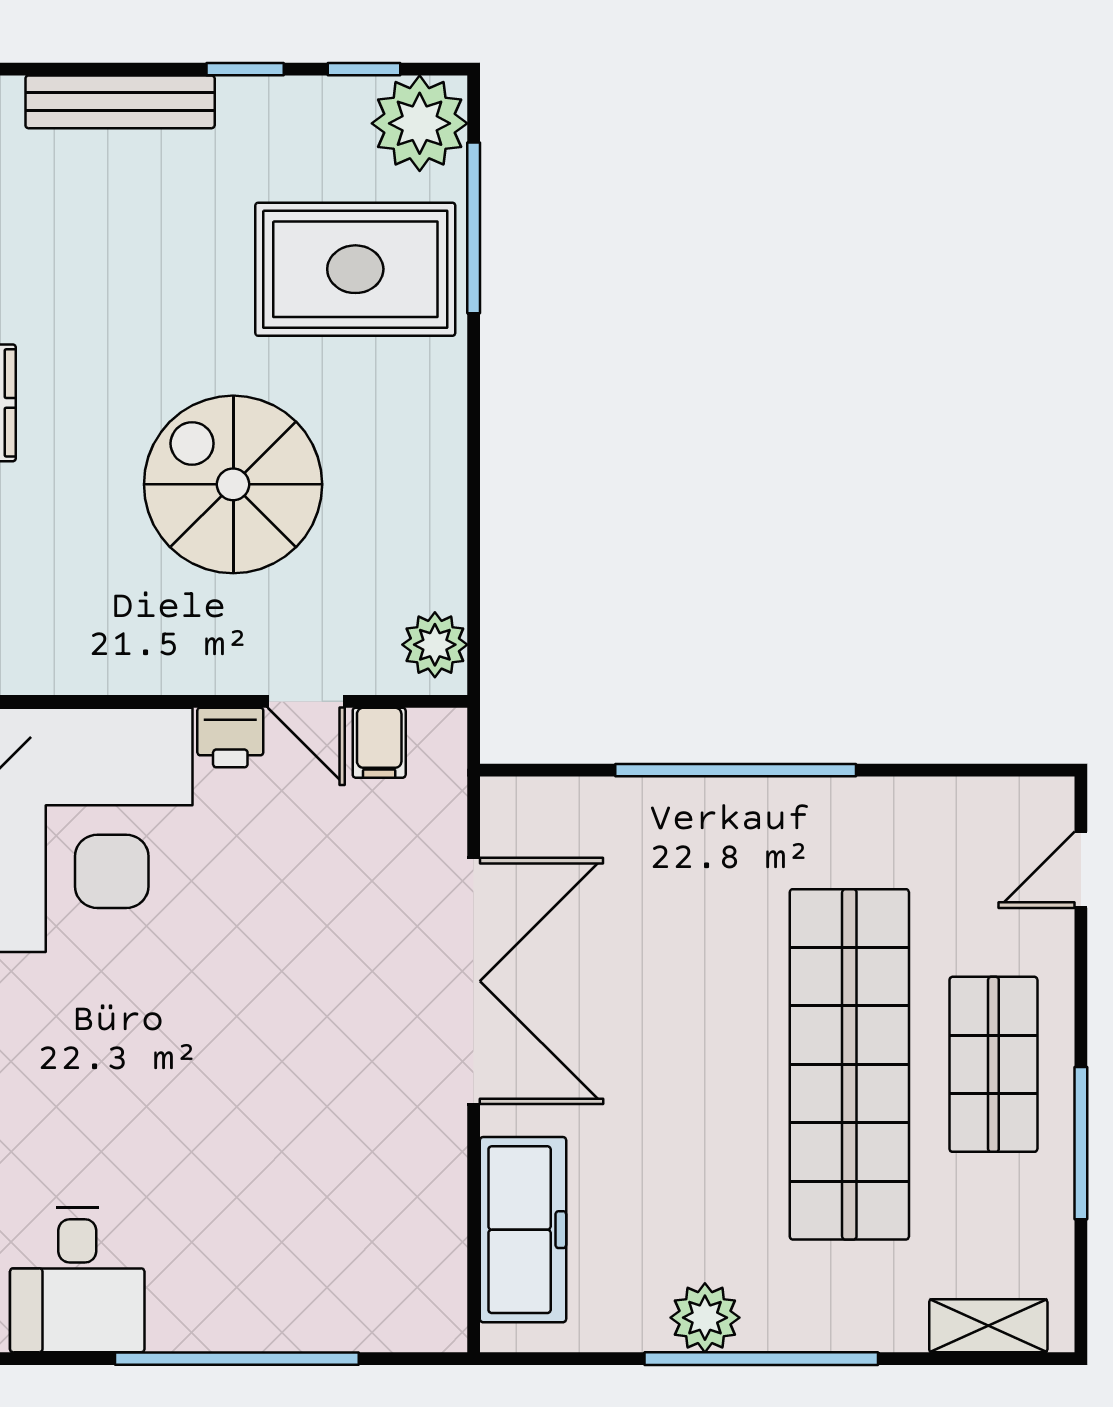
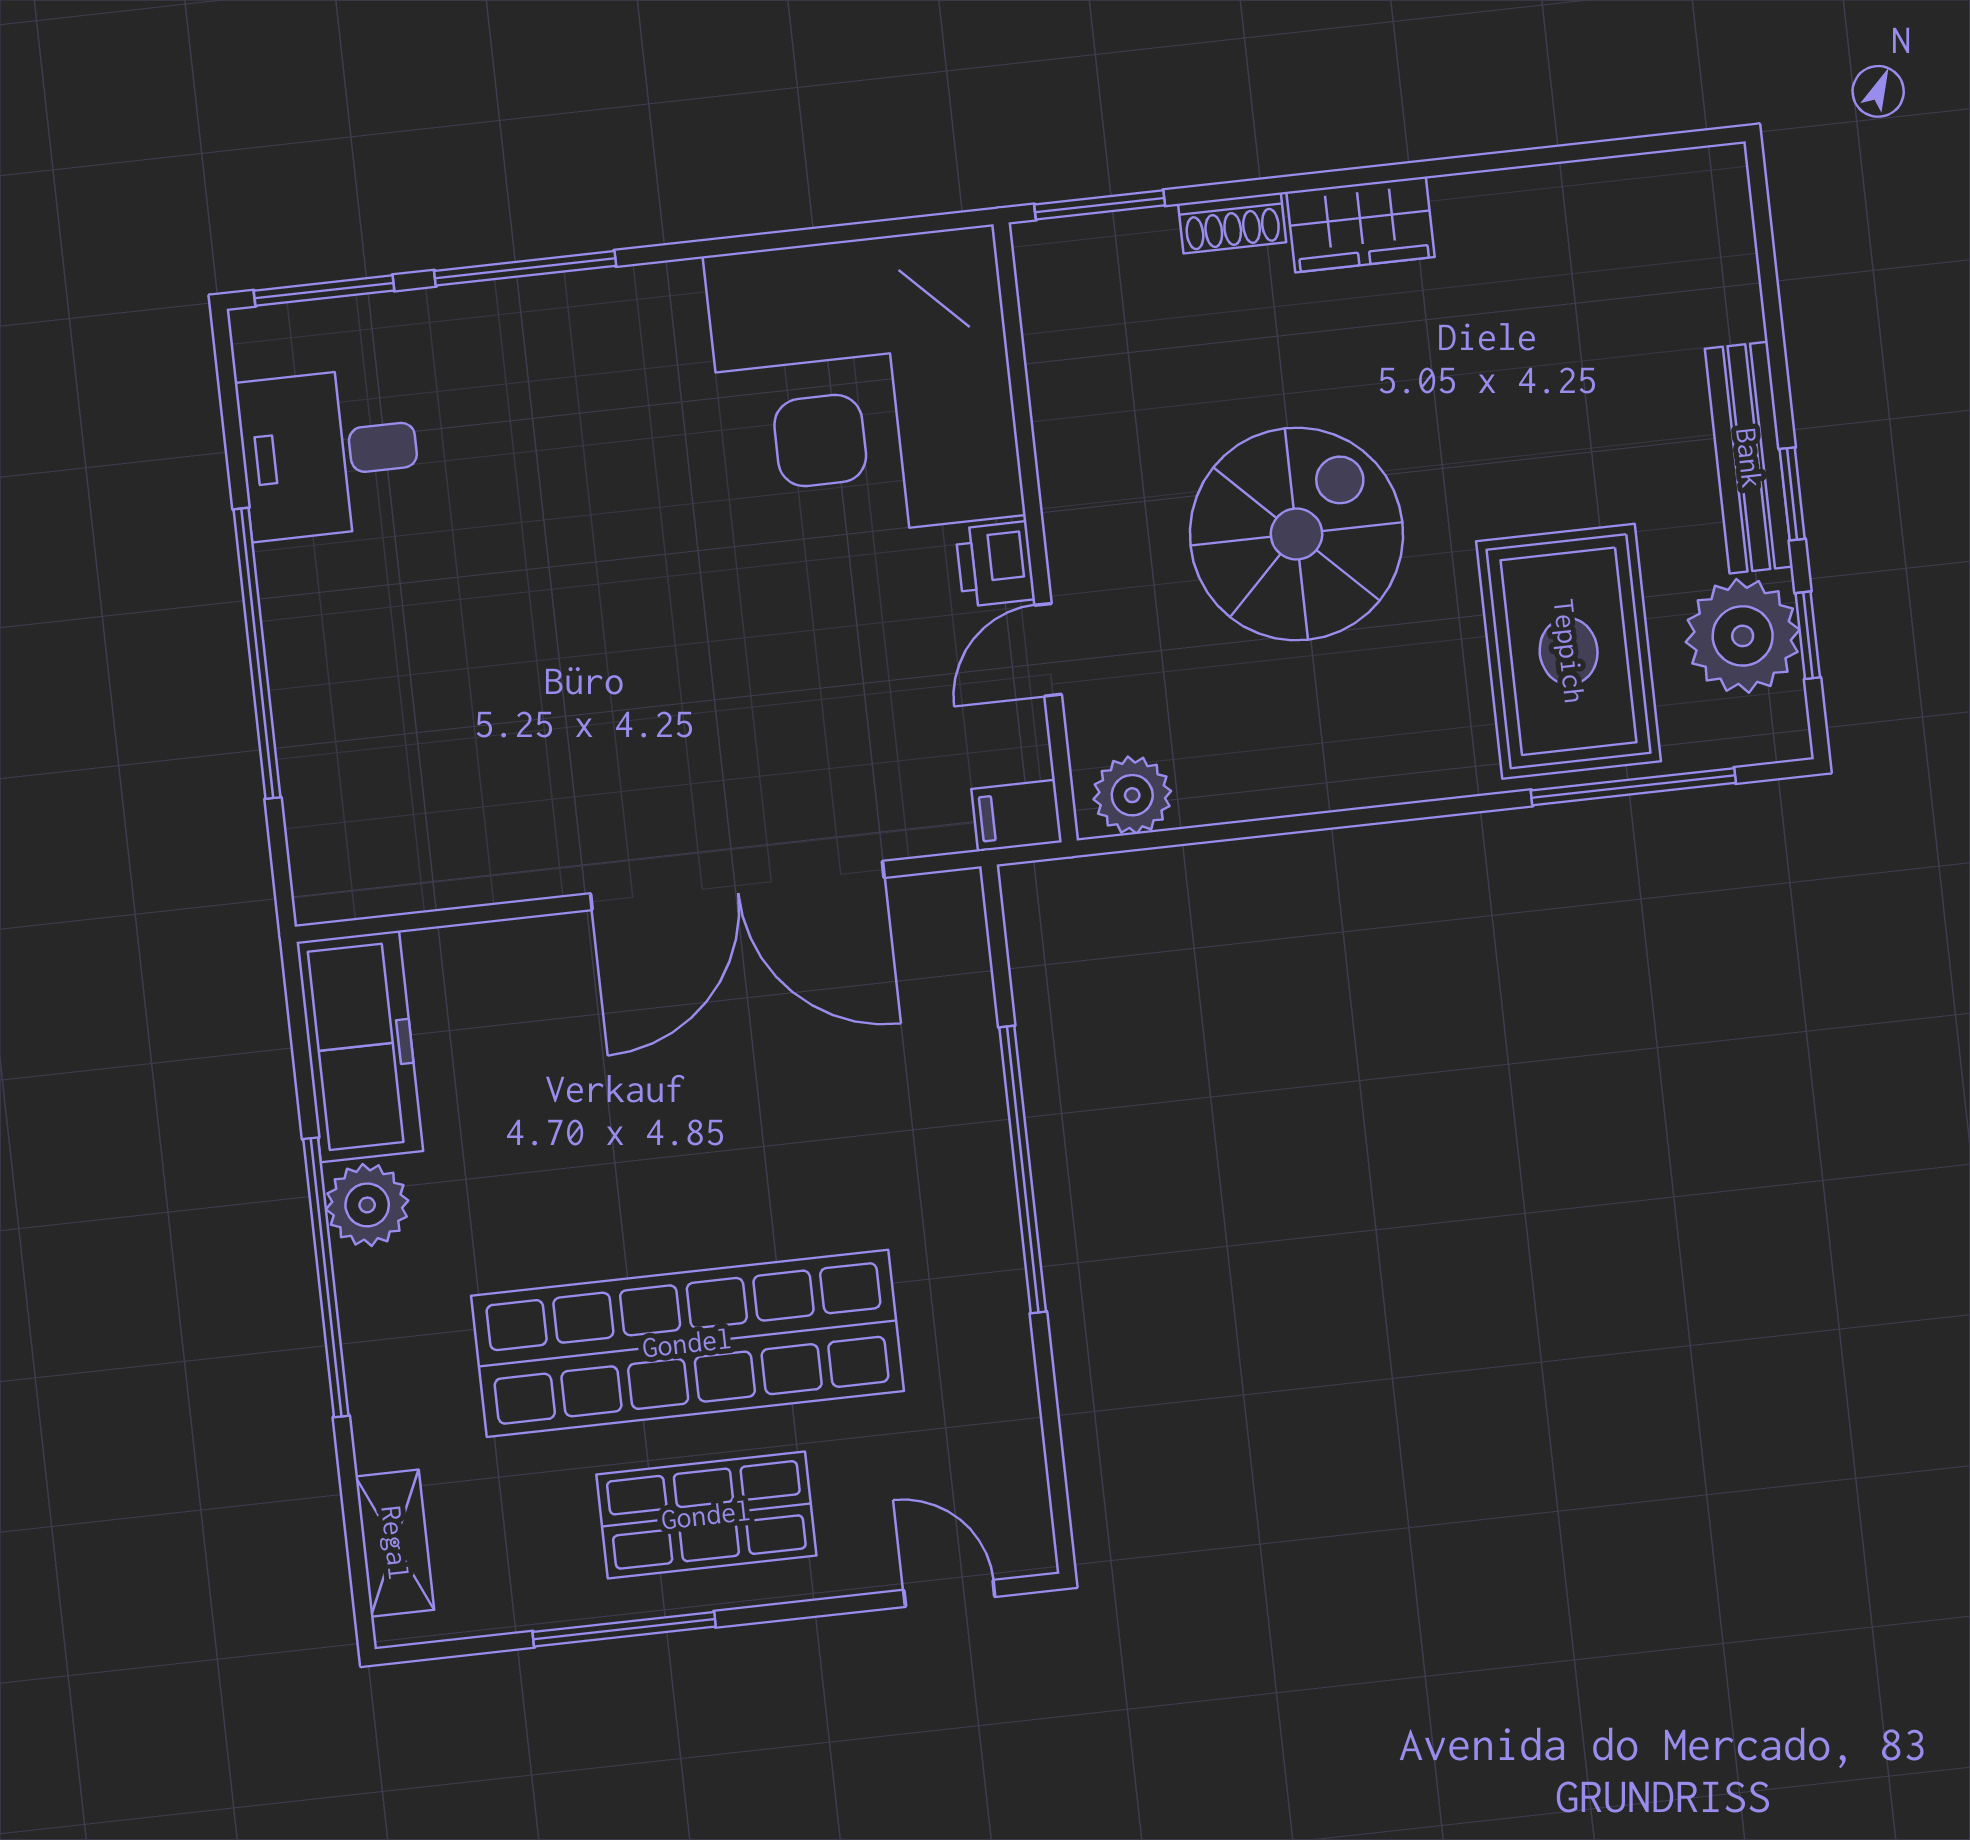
bench: (120, 102) -> (1749, 458), moved
plant: (420, 123) -> (1743, 636), moved
filing cabinet: (379, 743) -> (1017, 816), moved
freezer: (523, 1230) -> (360, 1046), moved, turned -90

